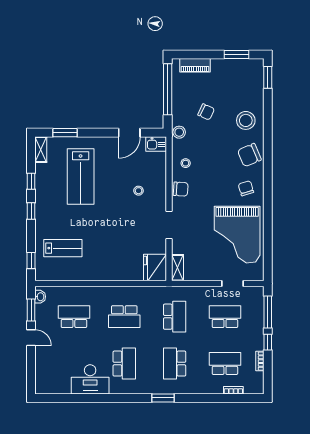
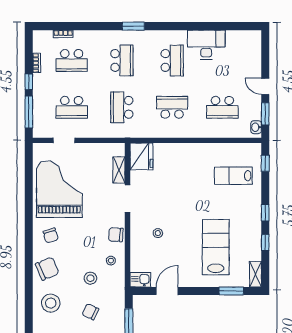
stool: (179, 132) -> (90, 278), moved
shelving: (177, 268) -> (119, 170), moved
school desk: (124, 364) -> (172, 60), turned 180

